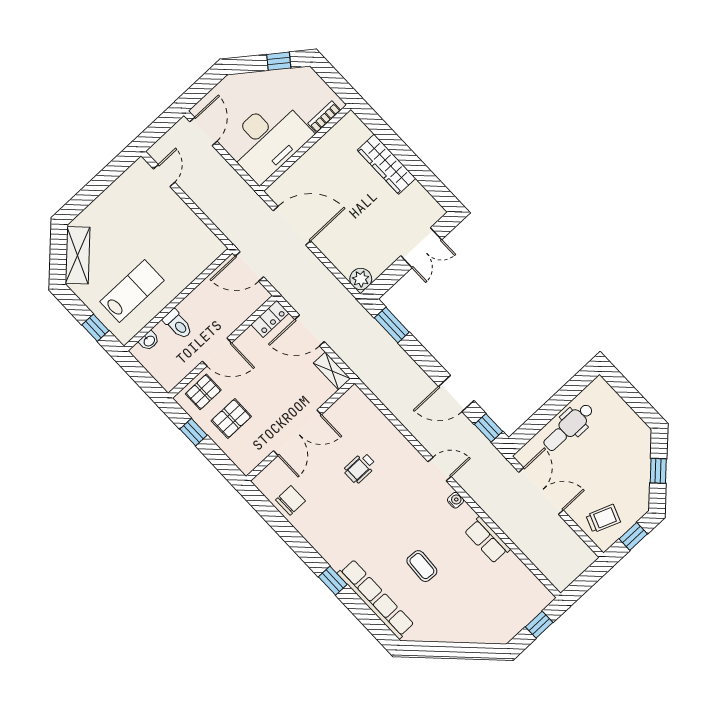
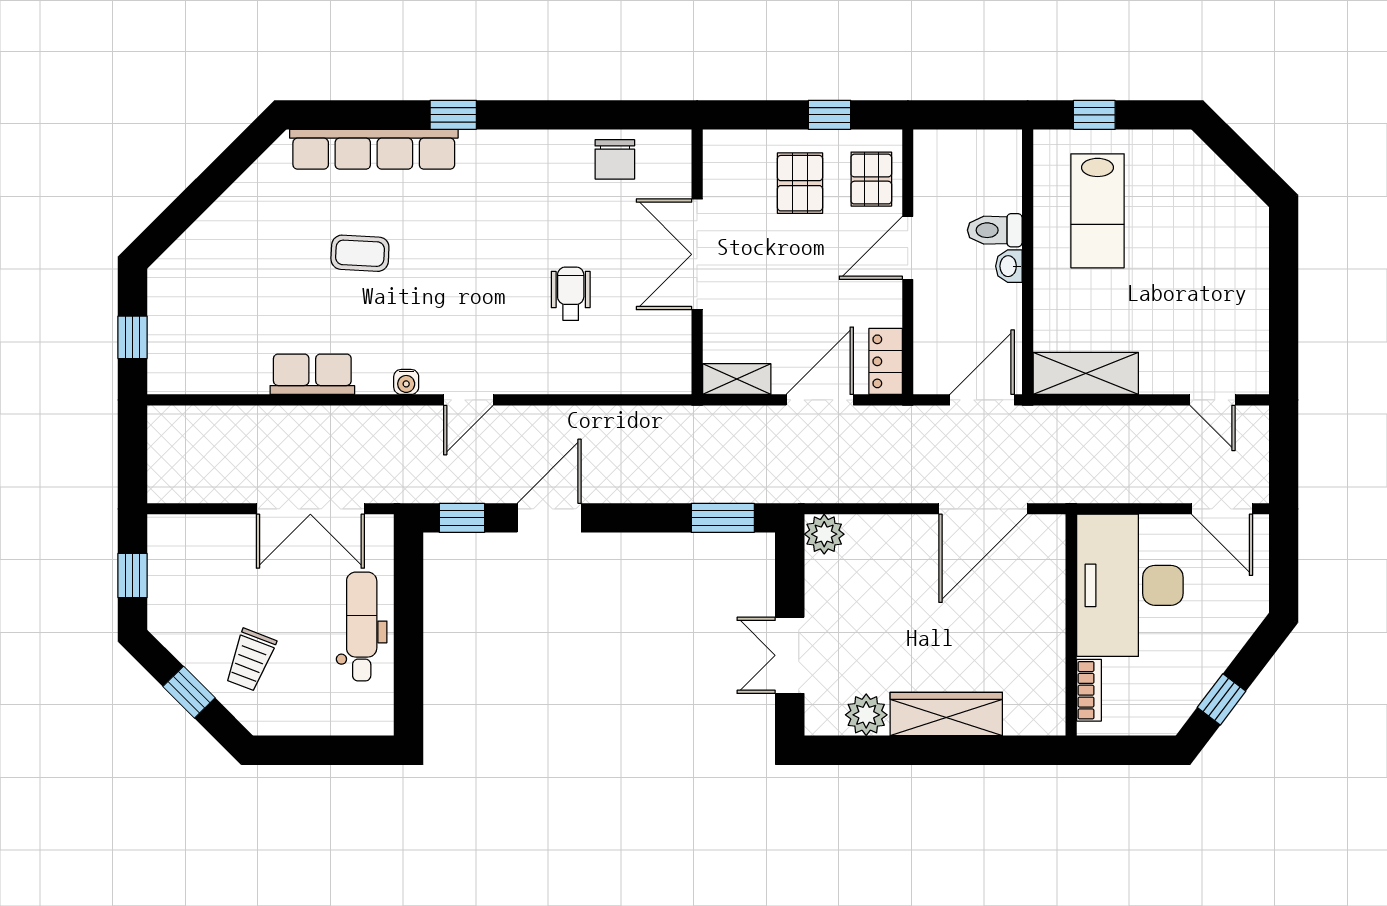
plant: (416, 196) -> (866, 715), added
shelving: (78, 255) -> (1086, 373), moved, turned -45
washbasin: (149, 341) -> (1009, 266), moved
trolley: (603, 519) -> (250, 660), moved

